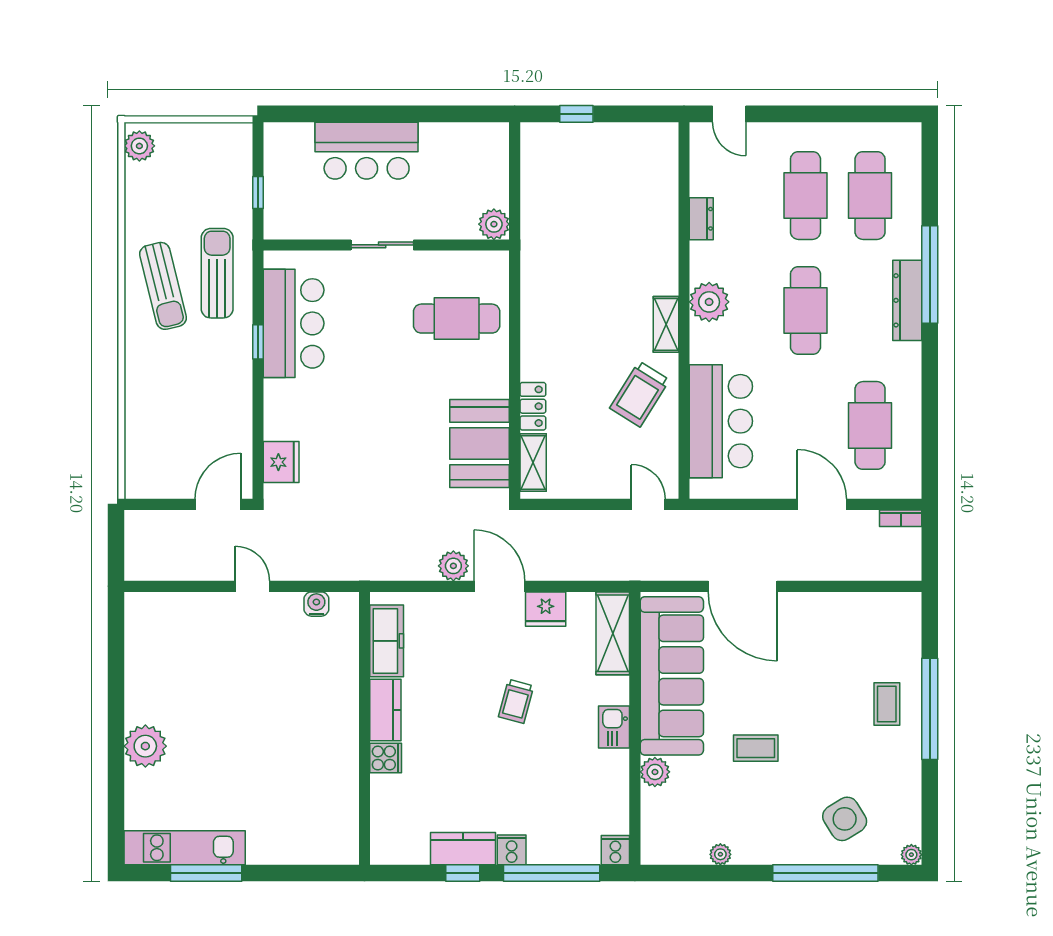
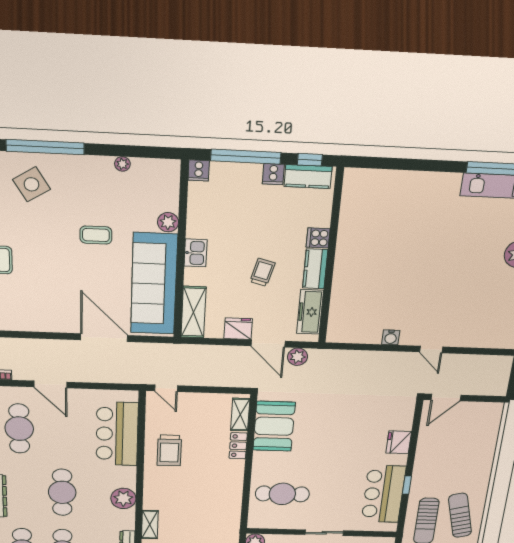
shelving: (666, 324) -> (150, 525), moved
trolley: (640, 394) -> (169, 450), turned 148
fridge: (281, 462) -> (399, 442), moved
freezer: (387, 641) -> (310, 312), moved
kitchen counter: (385, 710) -> (315, 269), moved
wall: (364, 728) -> (331, 258), moved
cooker: (386, 758) -> (318, 238), moved

